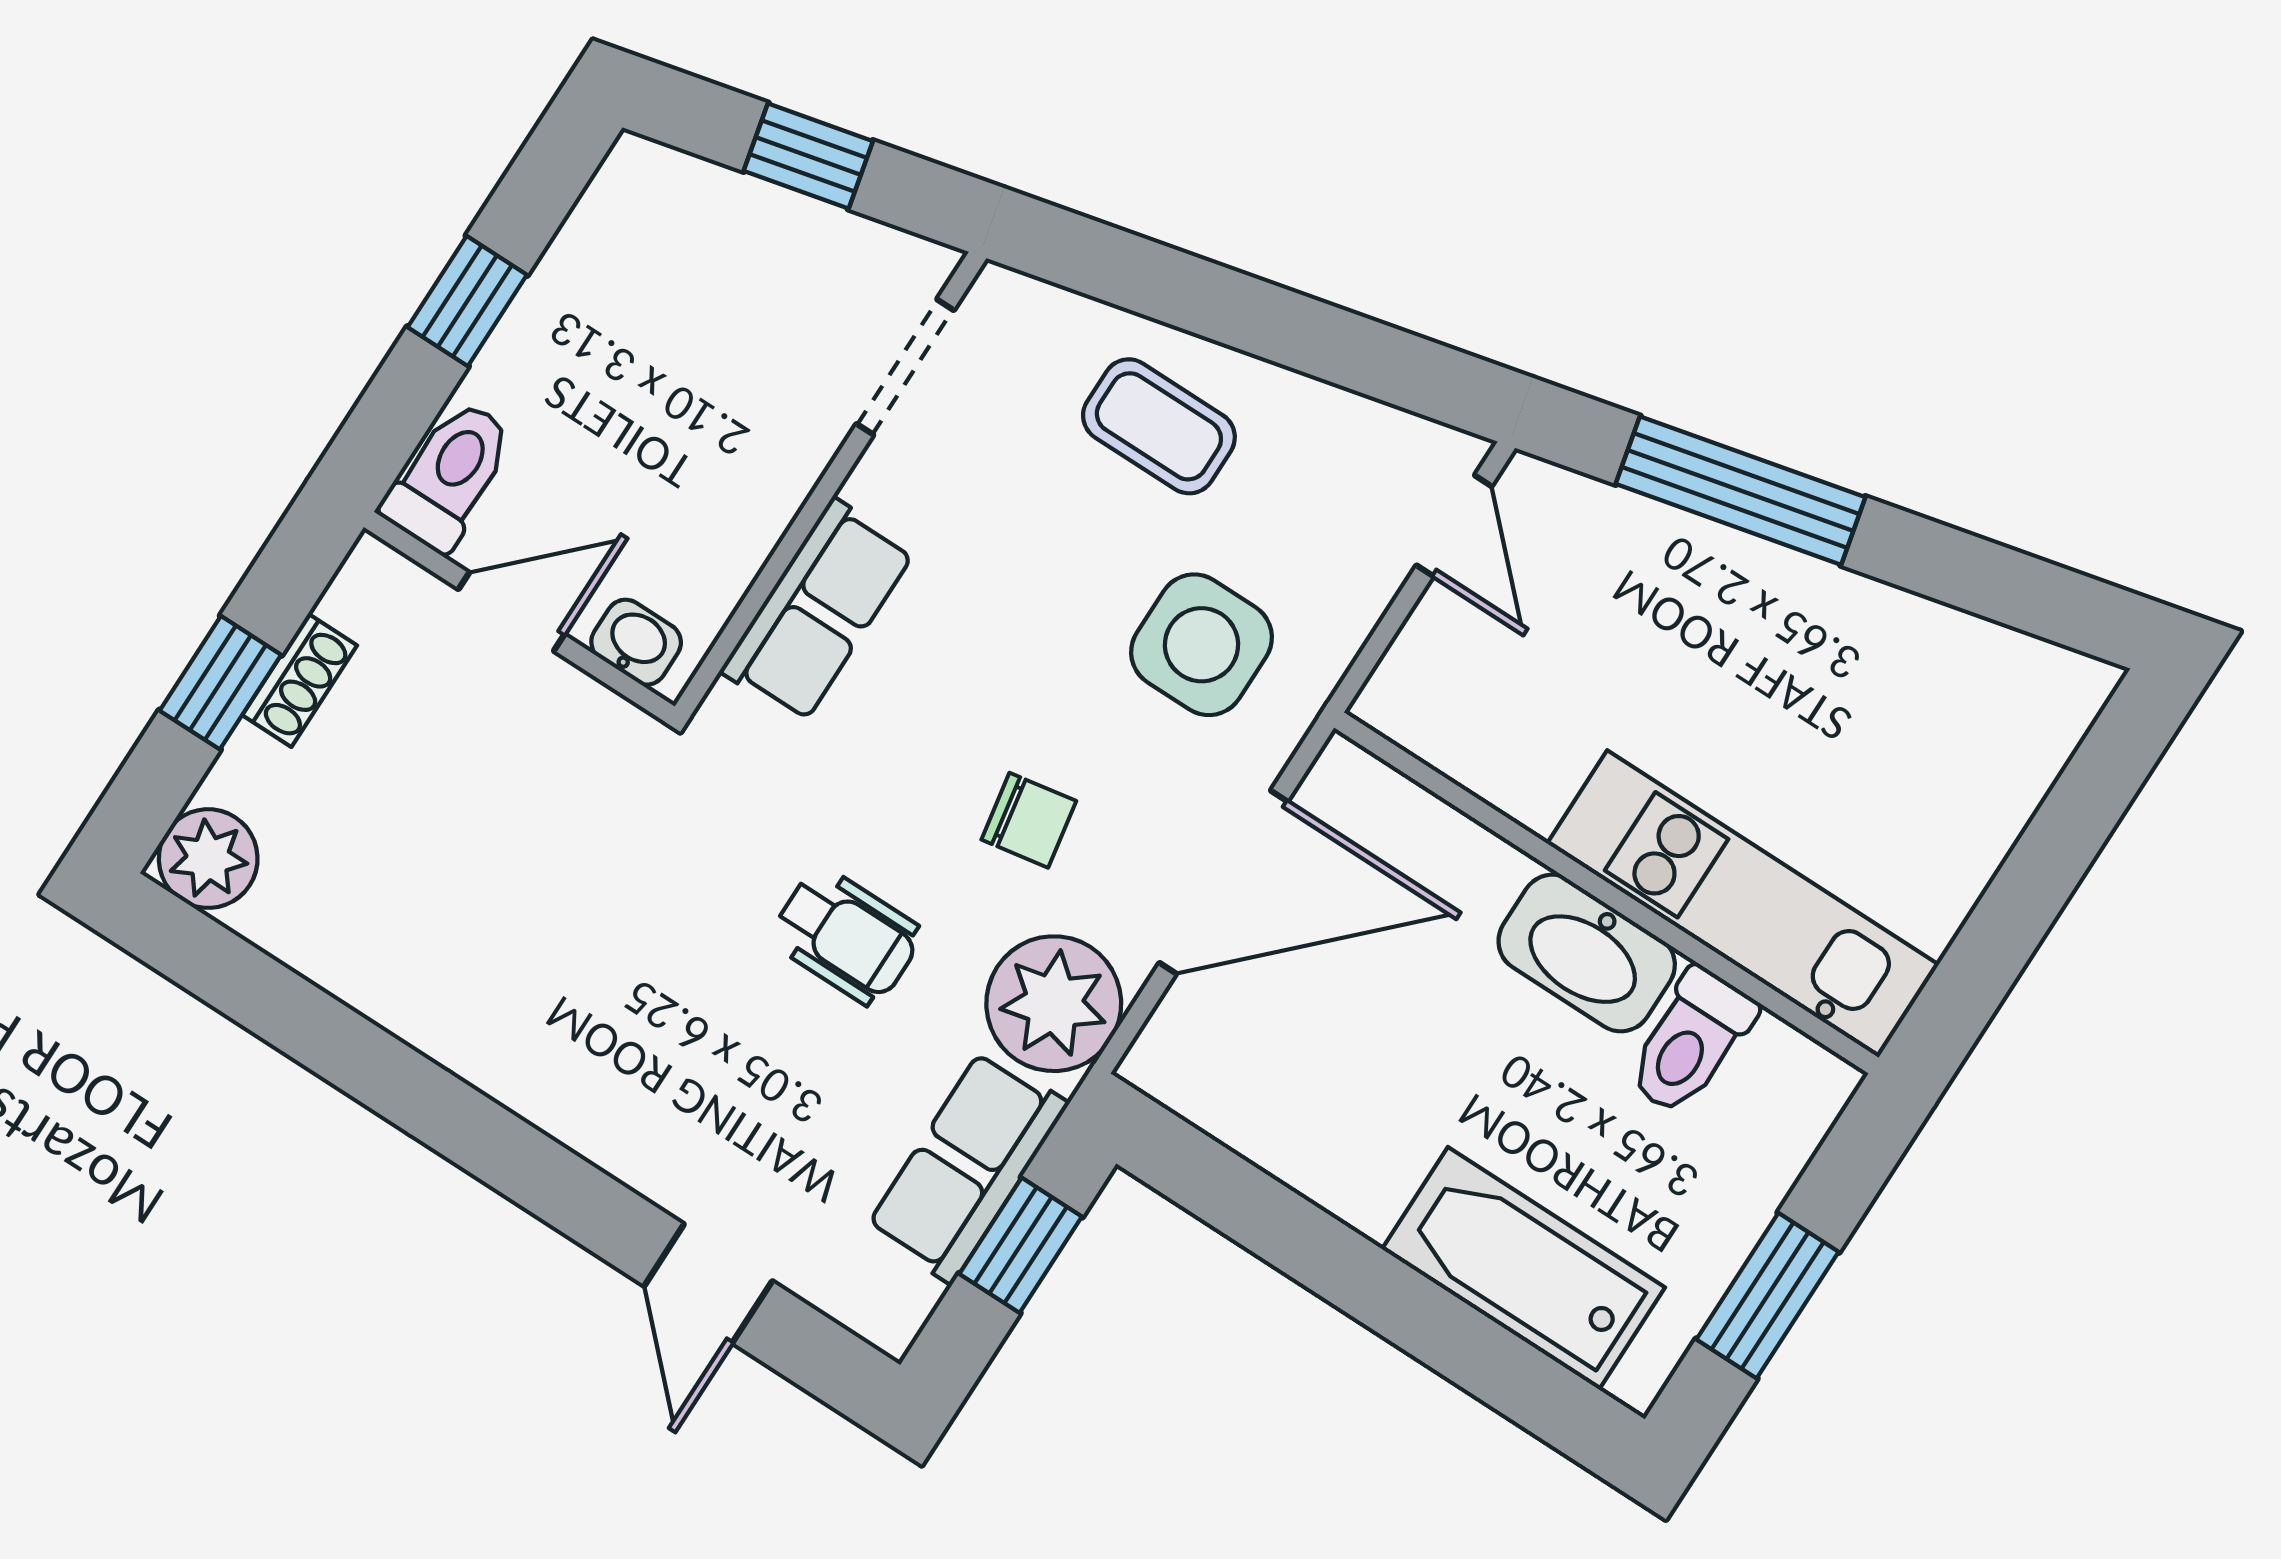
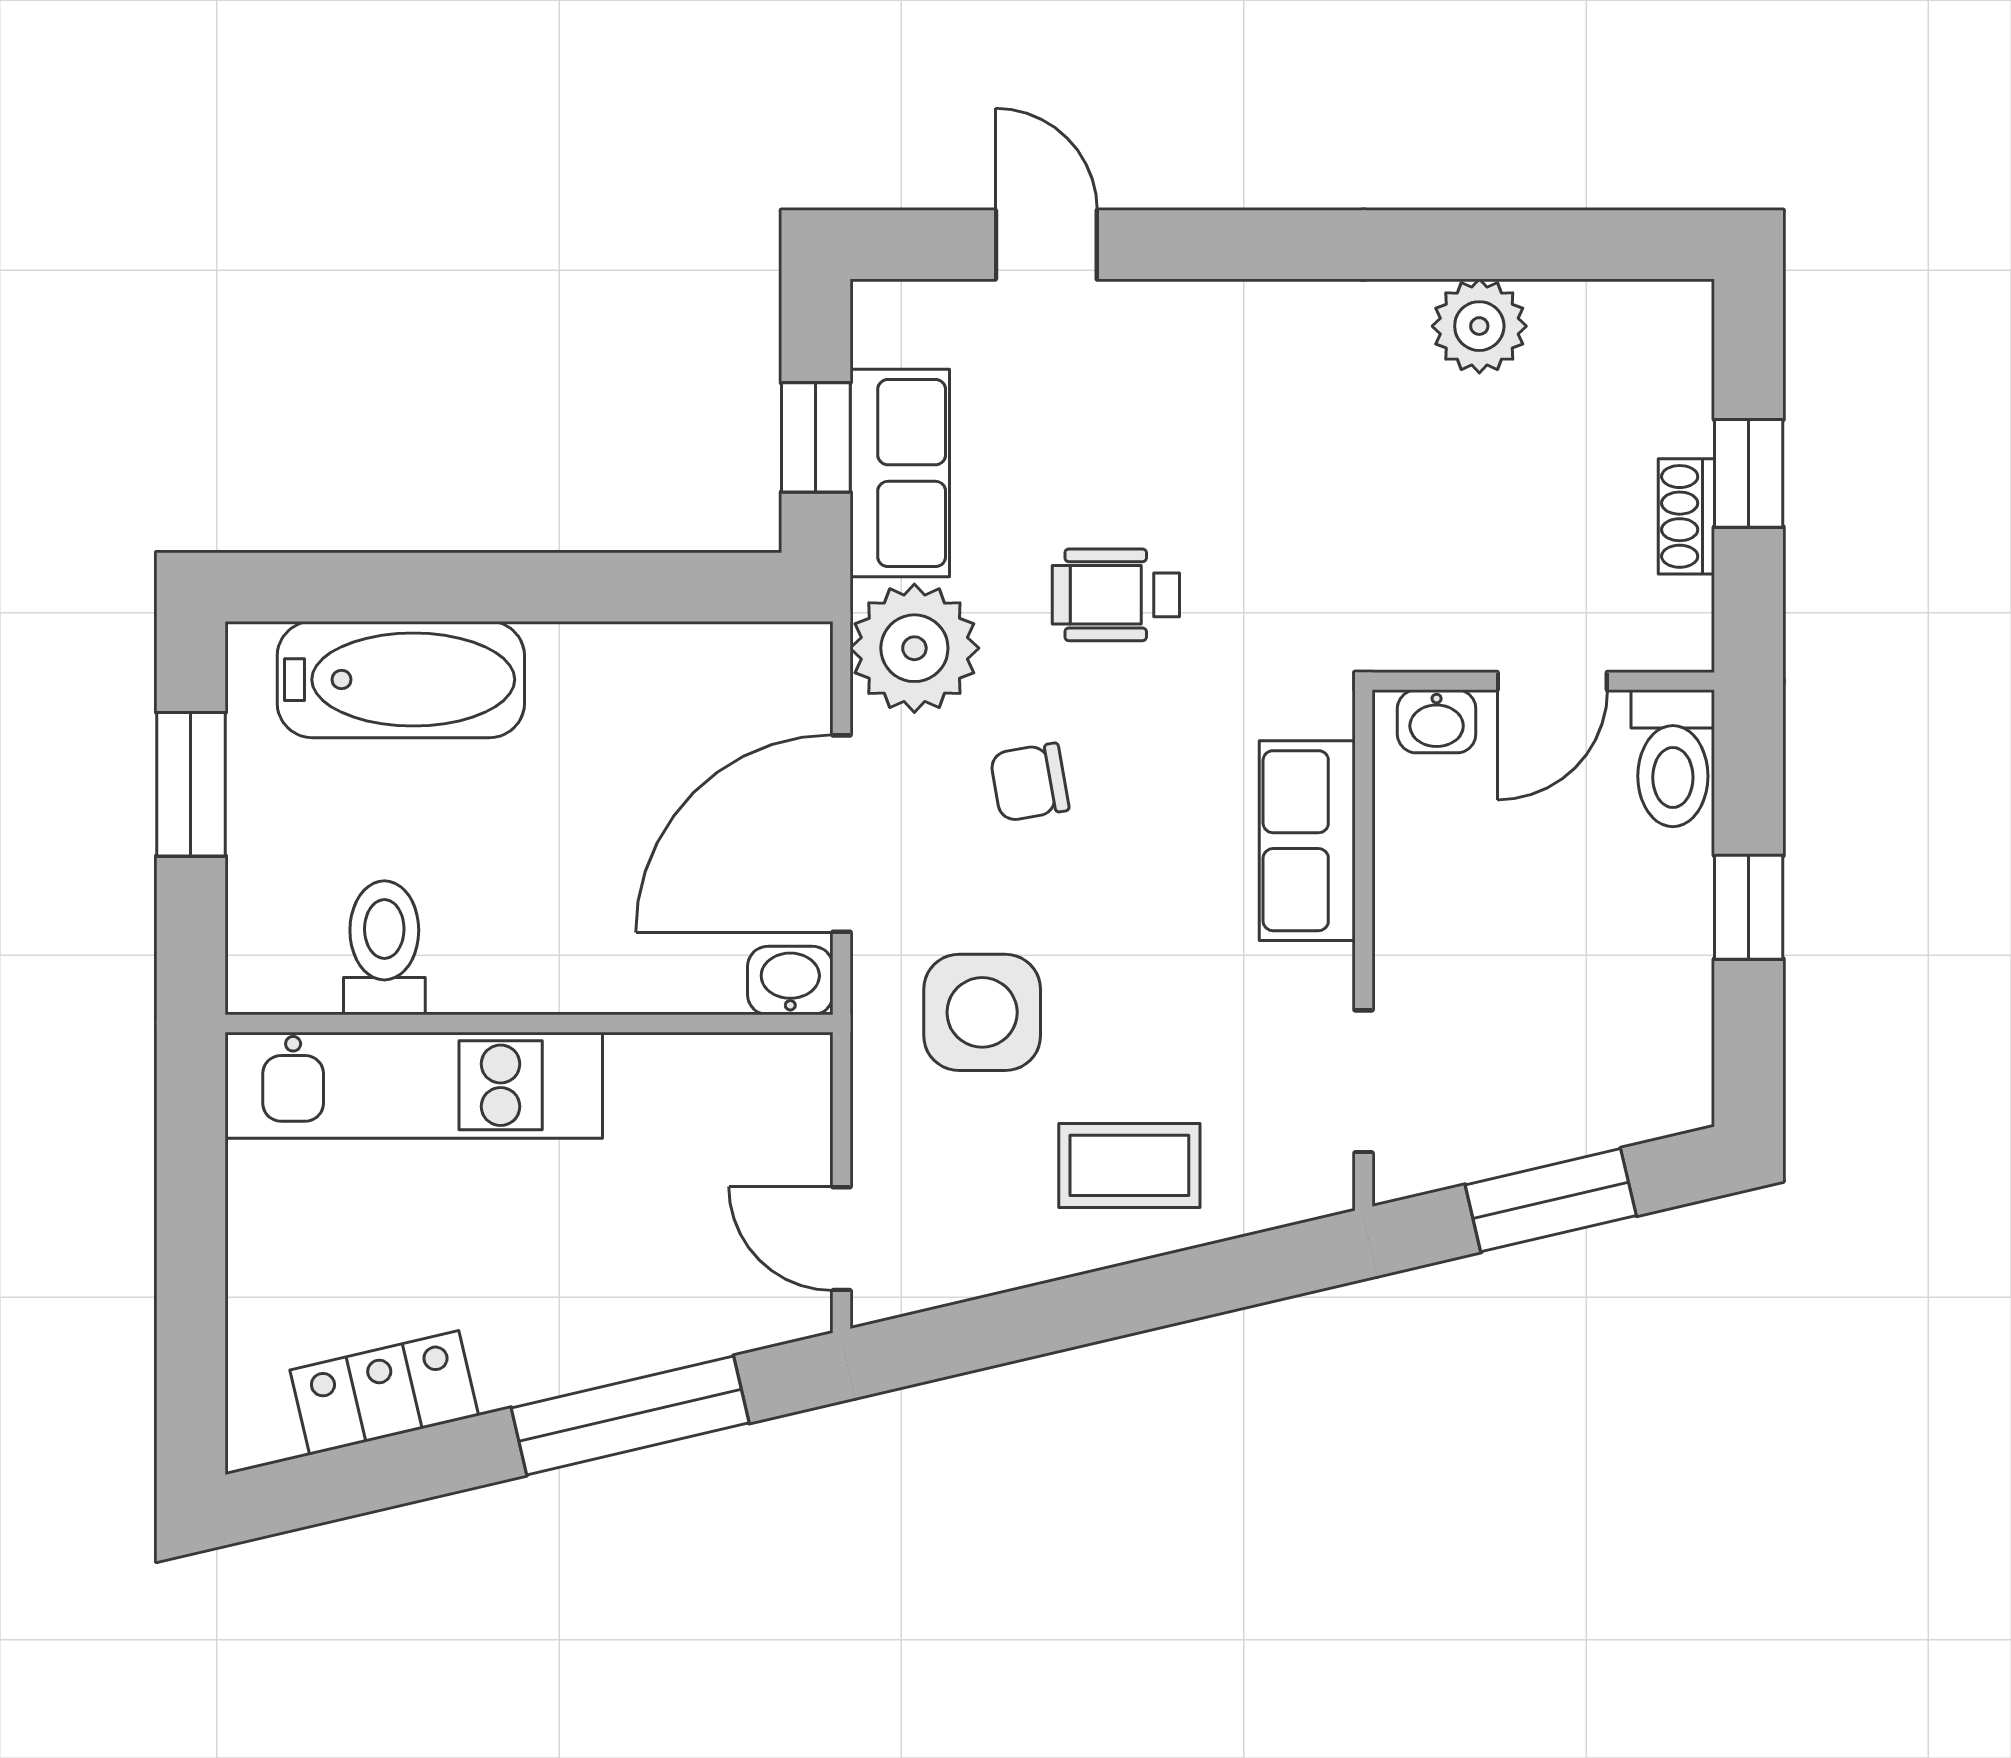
window: (808, 156) -> (1551, 1200), width x1.50
locker: (1944, 650) -> (384, 1393), added
plant: (208, 859) -> (1479, 326), moved
washbasin: (1587, 953) -> (790, 981), moved, width x0.52, depth x0.69

